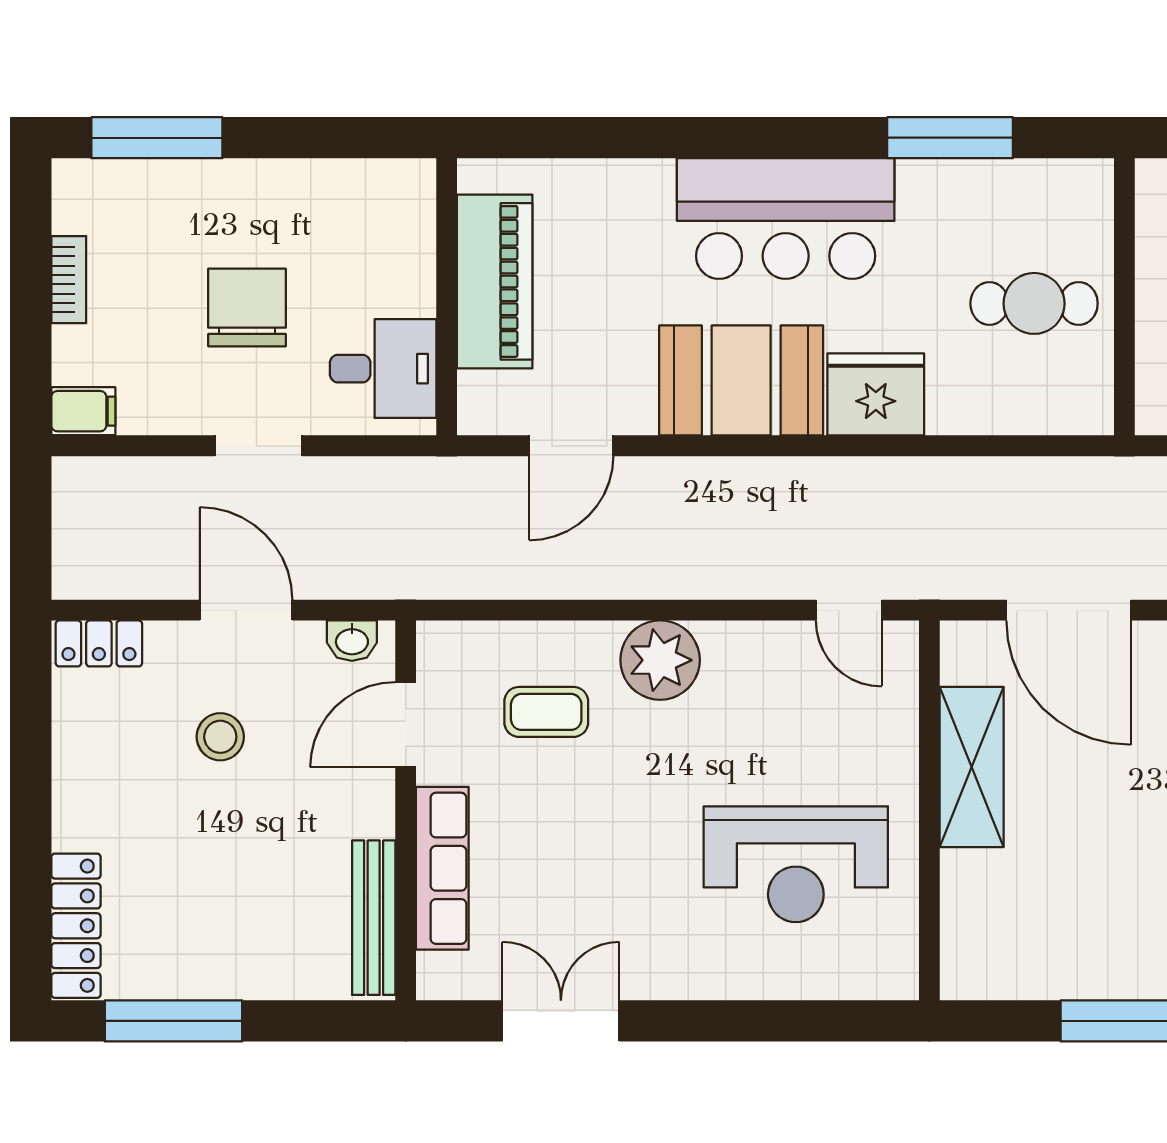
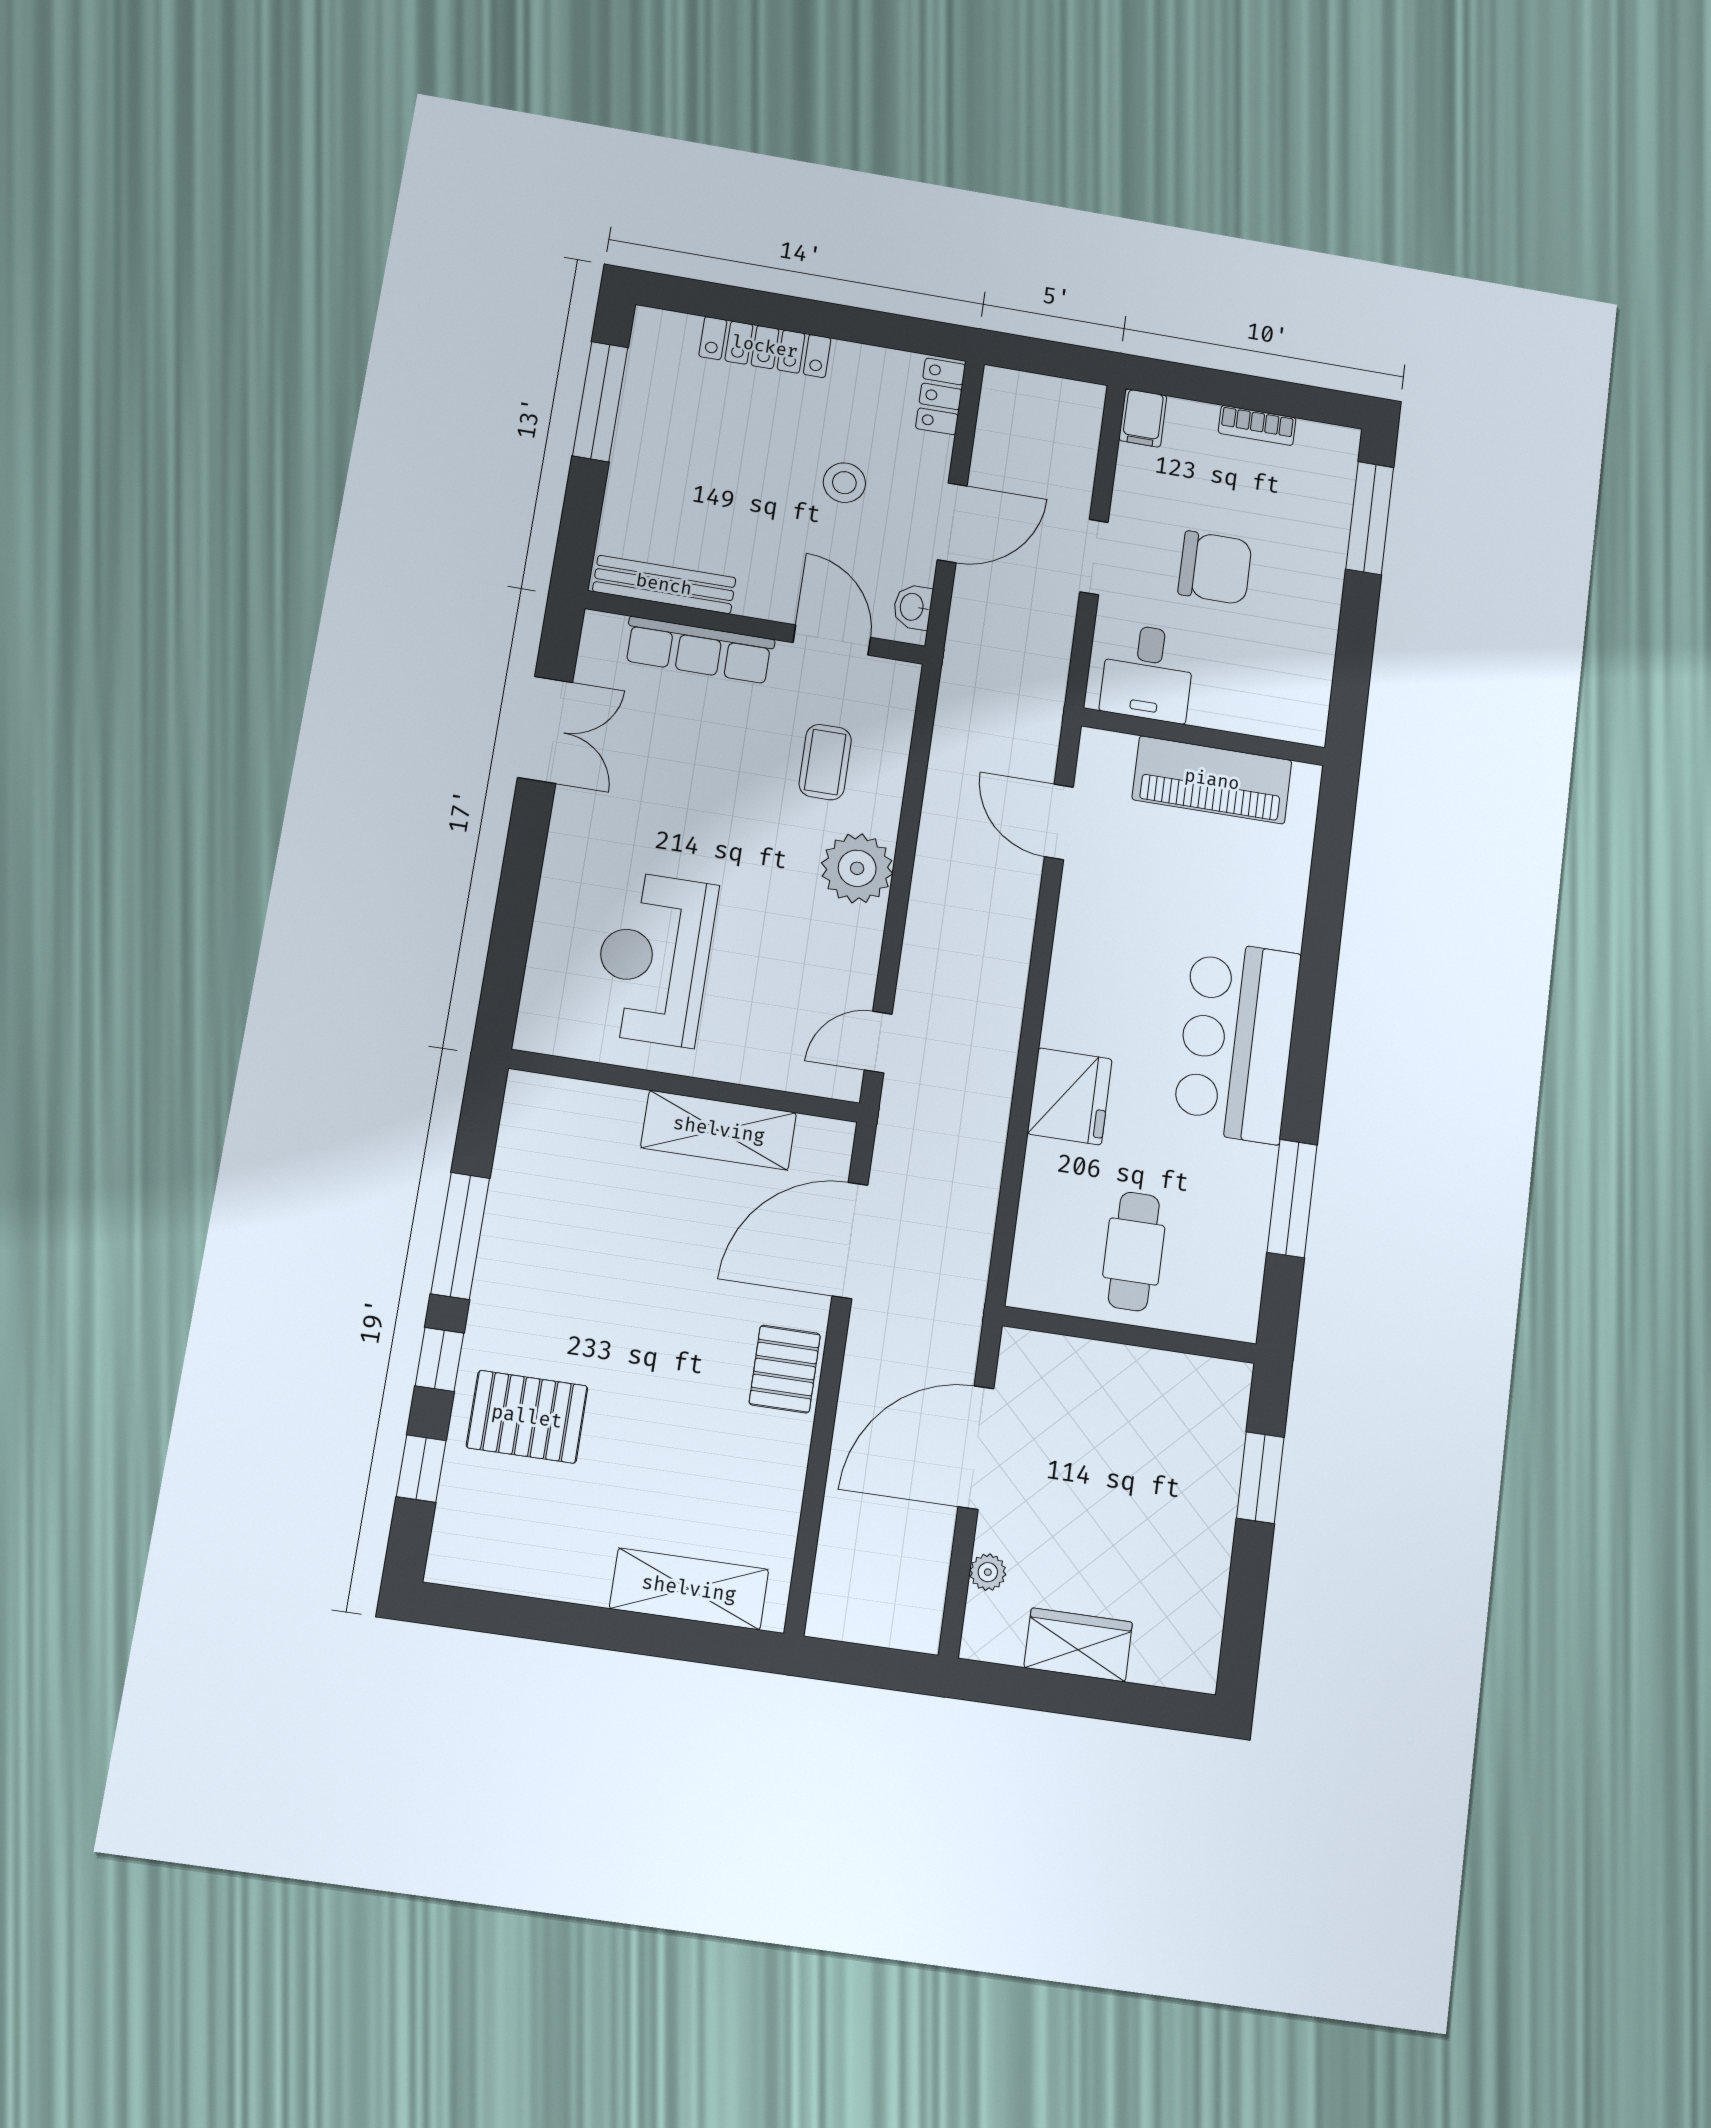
booth: (741, 380) -> (1098, 979), removed
locker: (76, 926) -> (765, 347), moved

